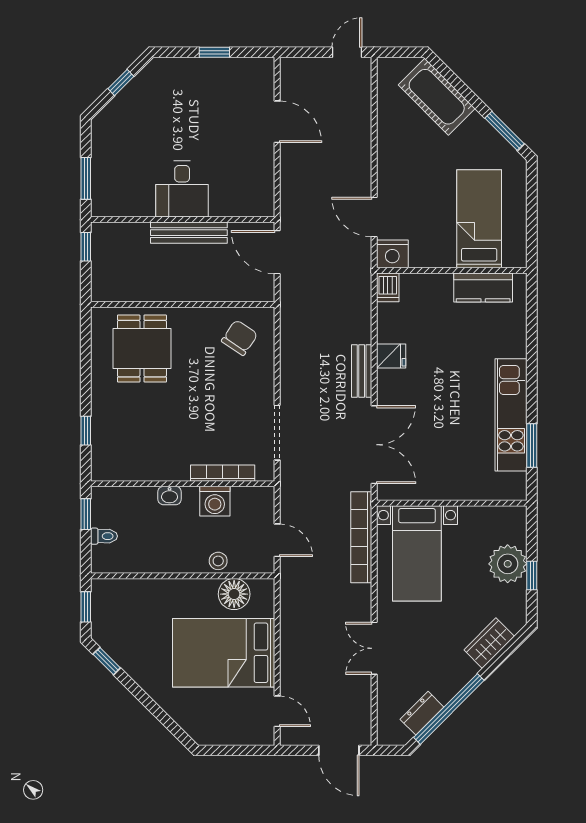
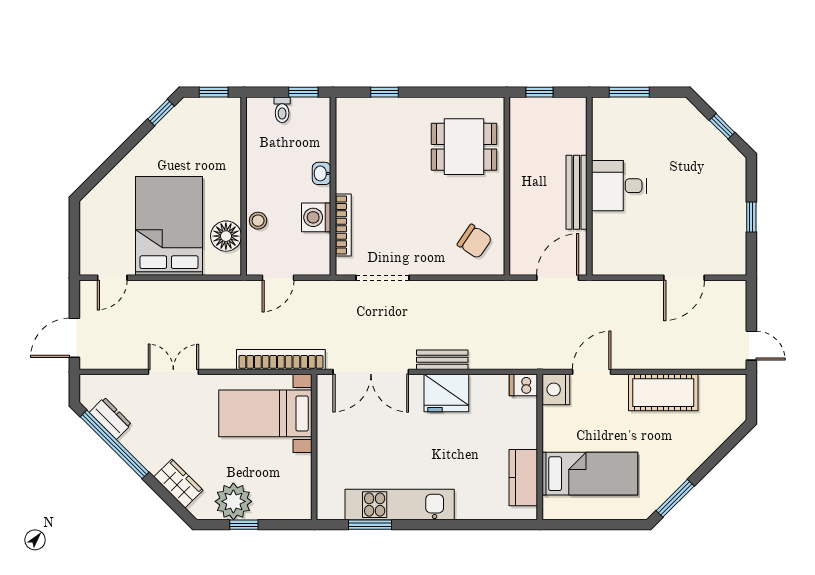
cot: (437, 97) -> (663, 393), moved, turned 45
window: (86, 247) -> (539, 92), moved
fridge: (391, 356) -> (446, 393), width x1.88, depth x1.34
plant: (508, 564) -> (233, 501), moved

